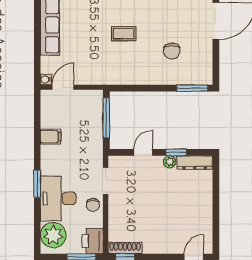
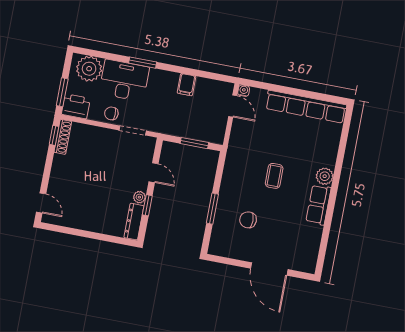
window: (192, 88) -> (212, 209), moved
window: (106, 118) -> (194, 143), width x0.69

